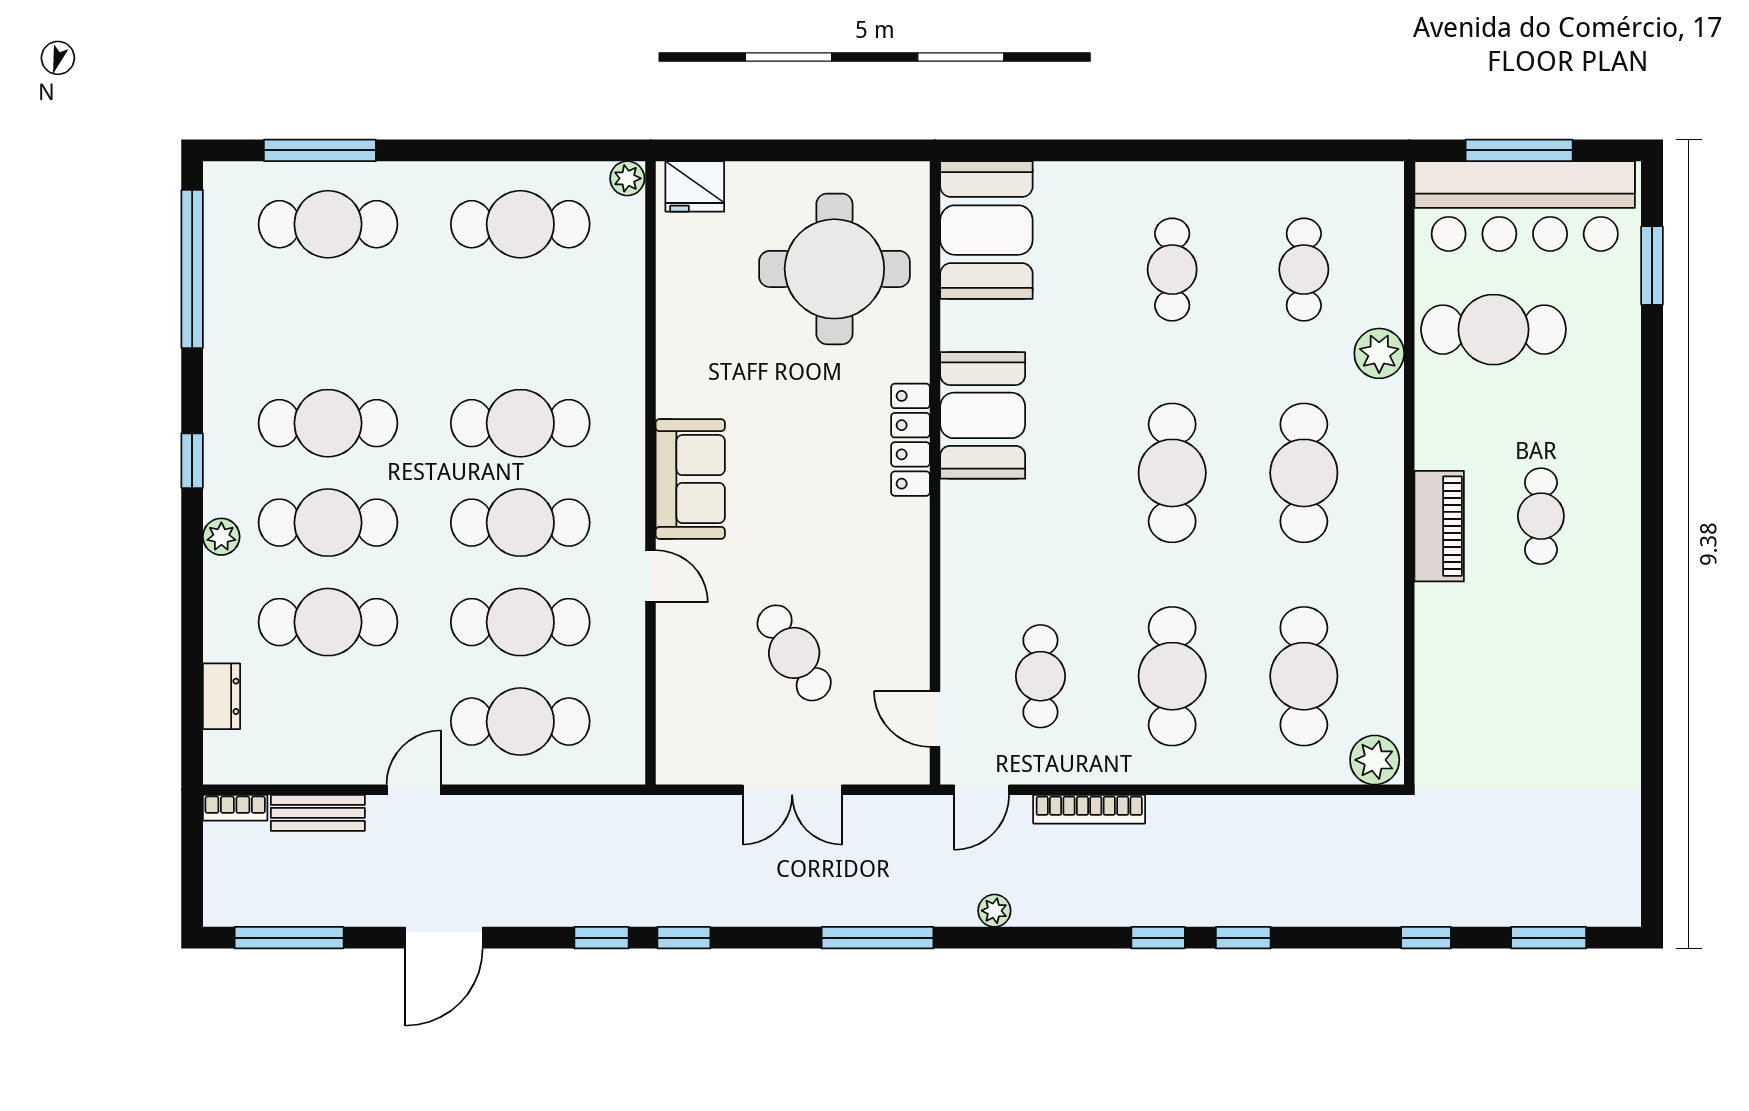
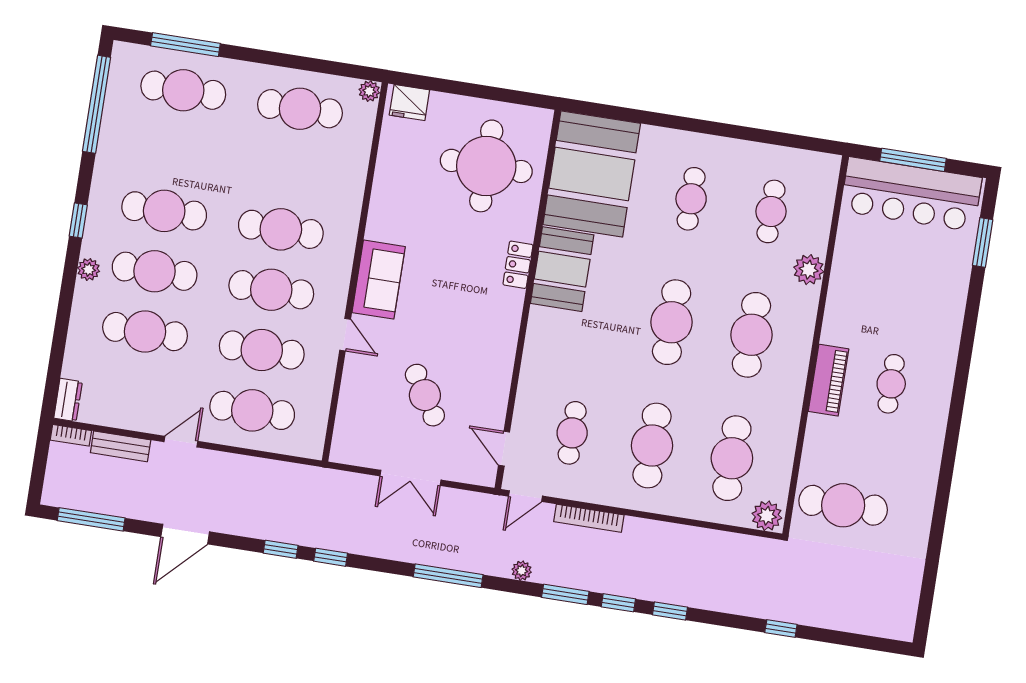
booth: (986, 230) -> (592, 174), width x1.36, depth x1.42
cafe table: (1493, 330) -> (843, 505), moved
locker: (911, 440) -> (518, 265), width x0.66
dresser: (222, 696) -> (68, 400), moved
window: (1549, 938) -> (565, 594), moved

